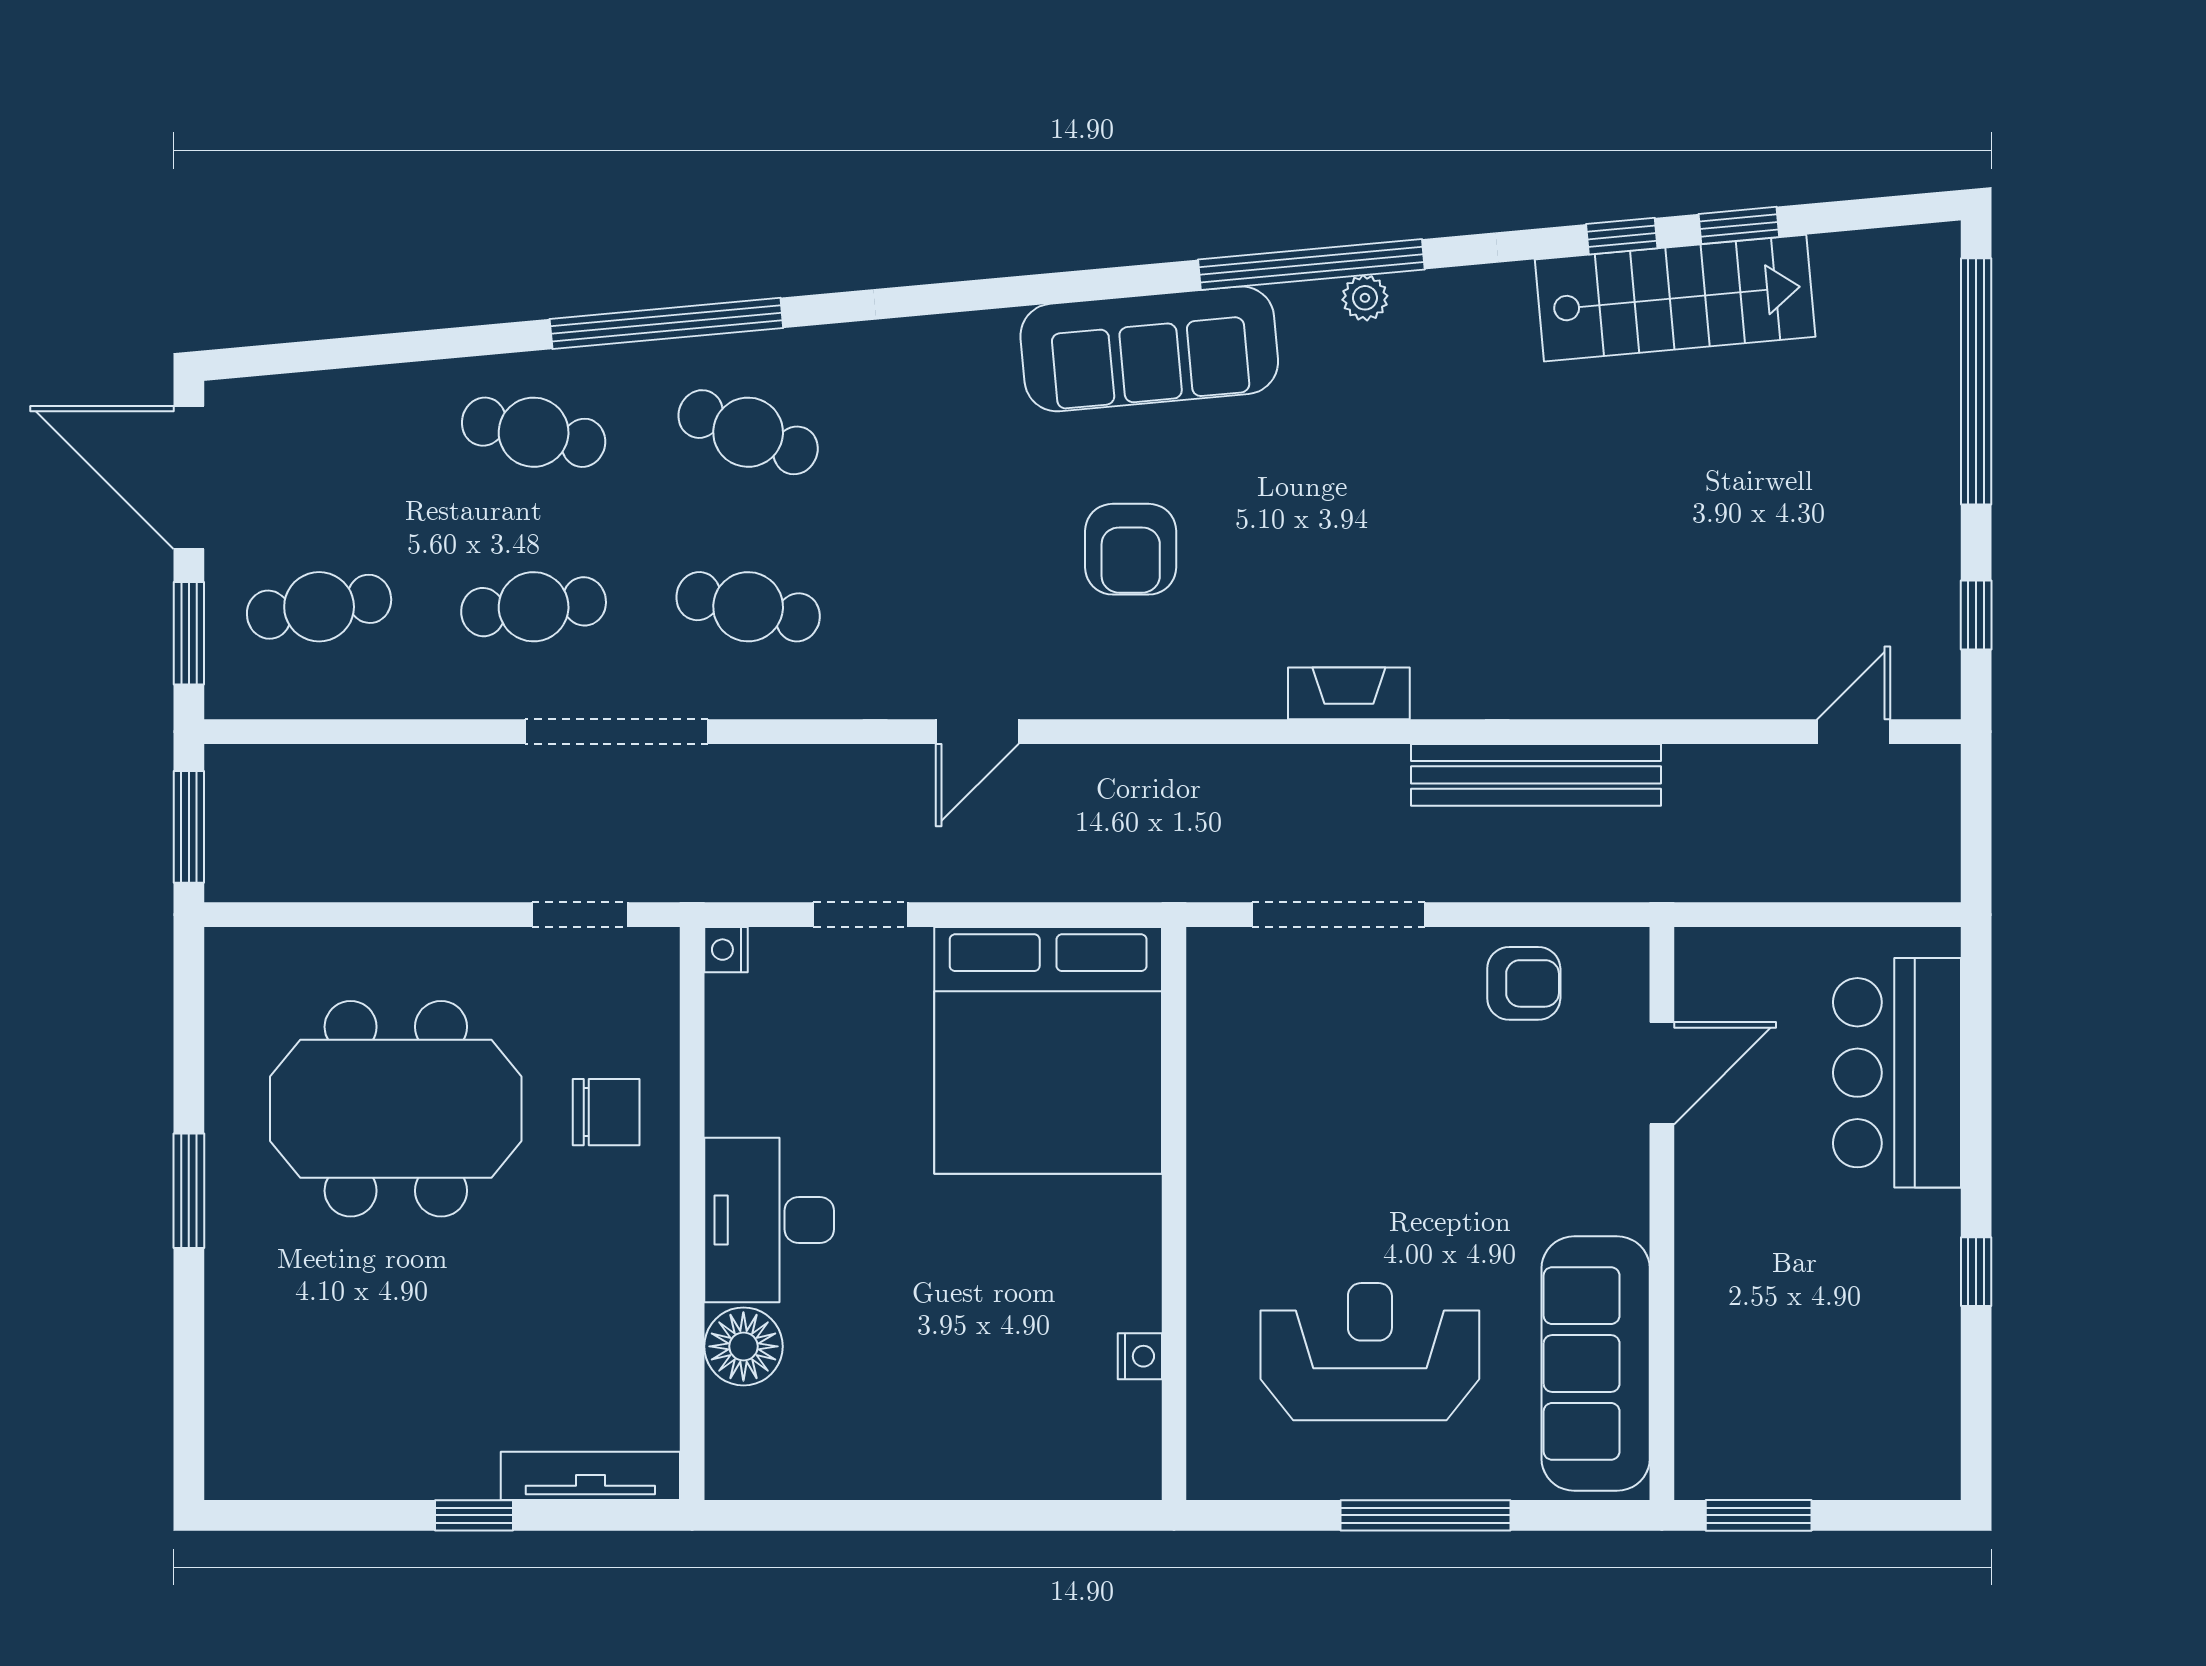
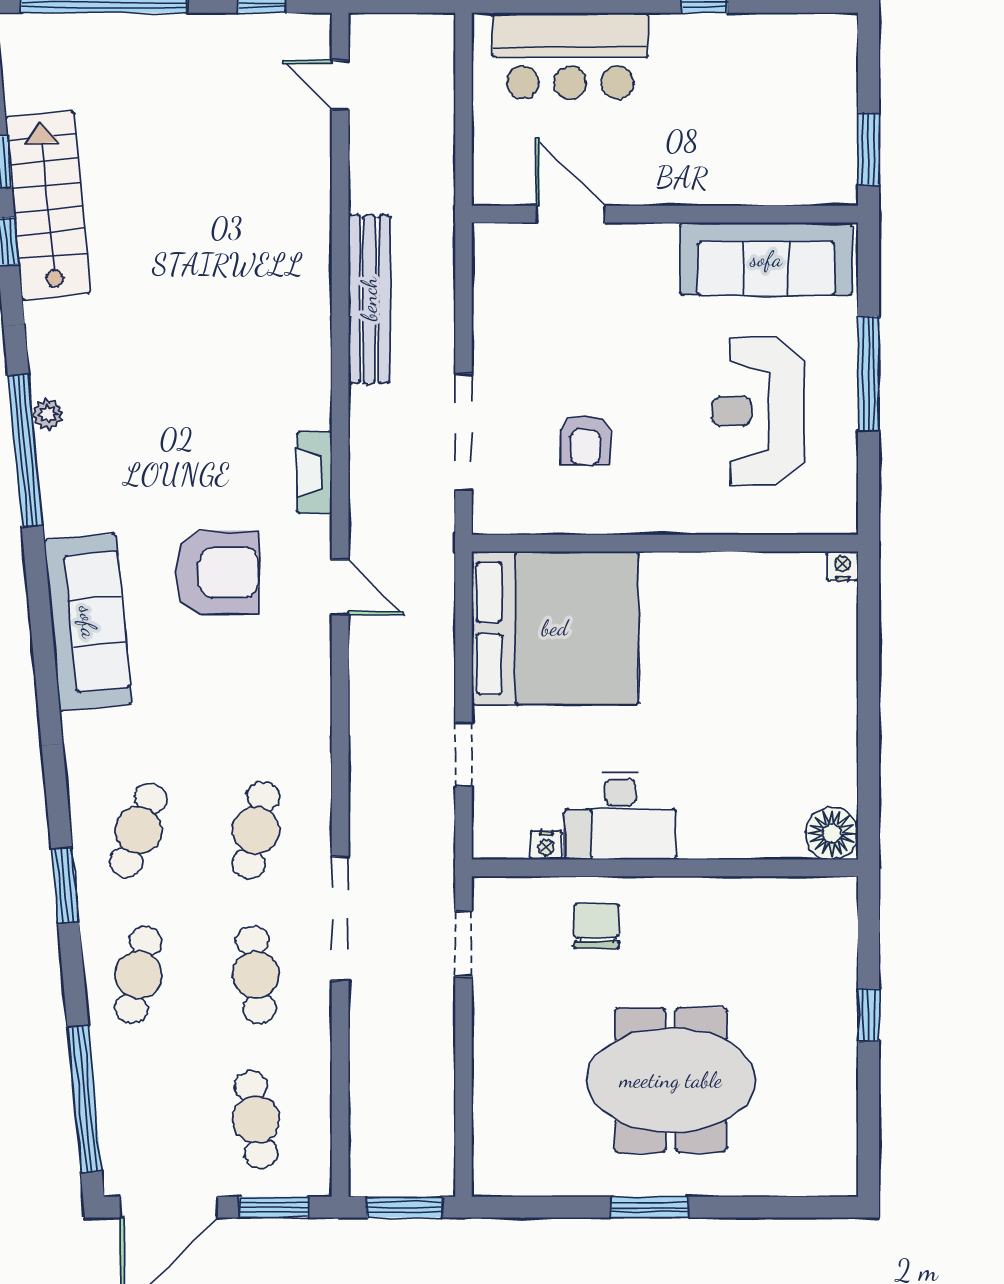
window: (666, 323) -> (65, 885), width x0.47
sofa: (1149, 349) -> (88, 622), moved
window: (350, 352) -> (85, 1099), added
armchair: (1131, 549) -> (217, 572), width x1.36, depth x1.36
fireplace: (1349, 693) -> (314, 472), moved
door: (977, 732) -> (340, 587), moved
nightstand: (726, 950) -> (546, 845), moved
armchair: (1524, 983) -> (585, 440), moved, turned 180
meeting table: (396, 1109) -> (671, 1080), moved, turned 90
desk: (769, 1220) -> (620, 816), moved
floor lamp: (743, 1346) -> (832, 833), moved
nightstand: (1140, 1356) -> (843, 566), moved
tv unit: (590, 1476) -> (842, 937), removed

